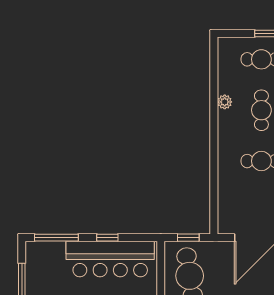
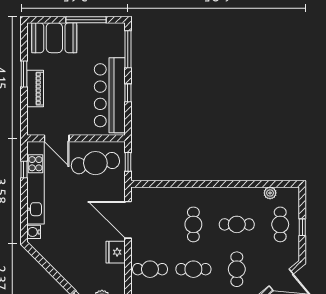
plant: (225, 102) -> (270, 193), moved

